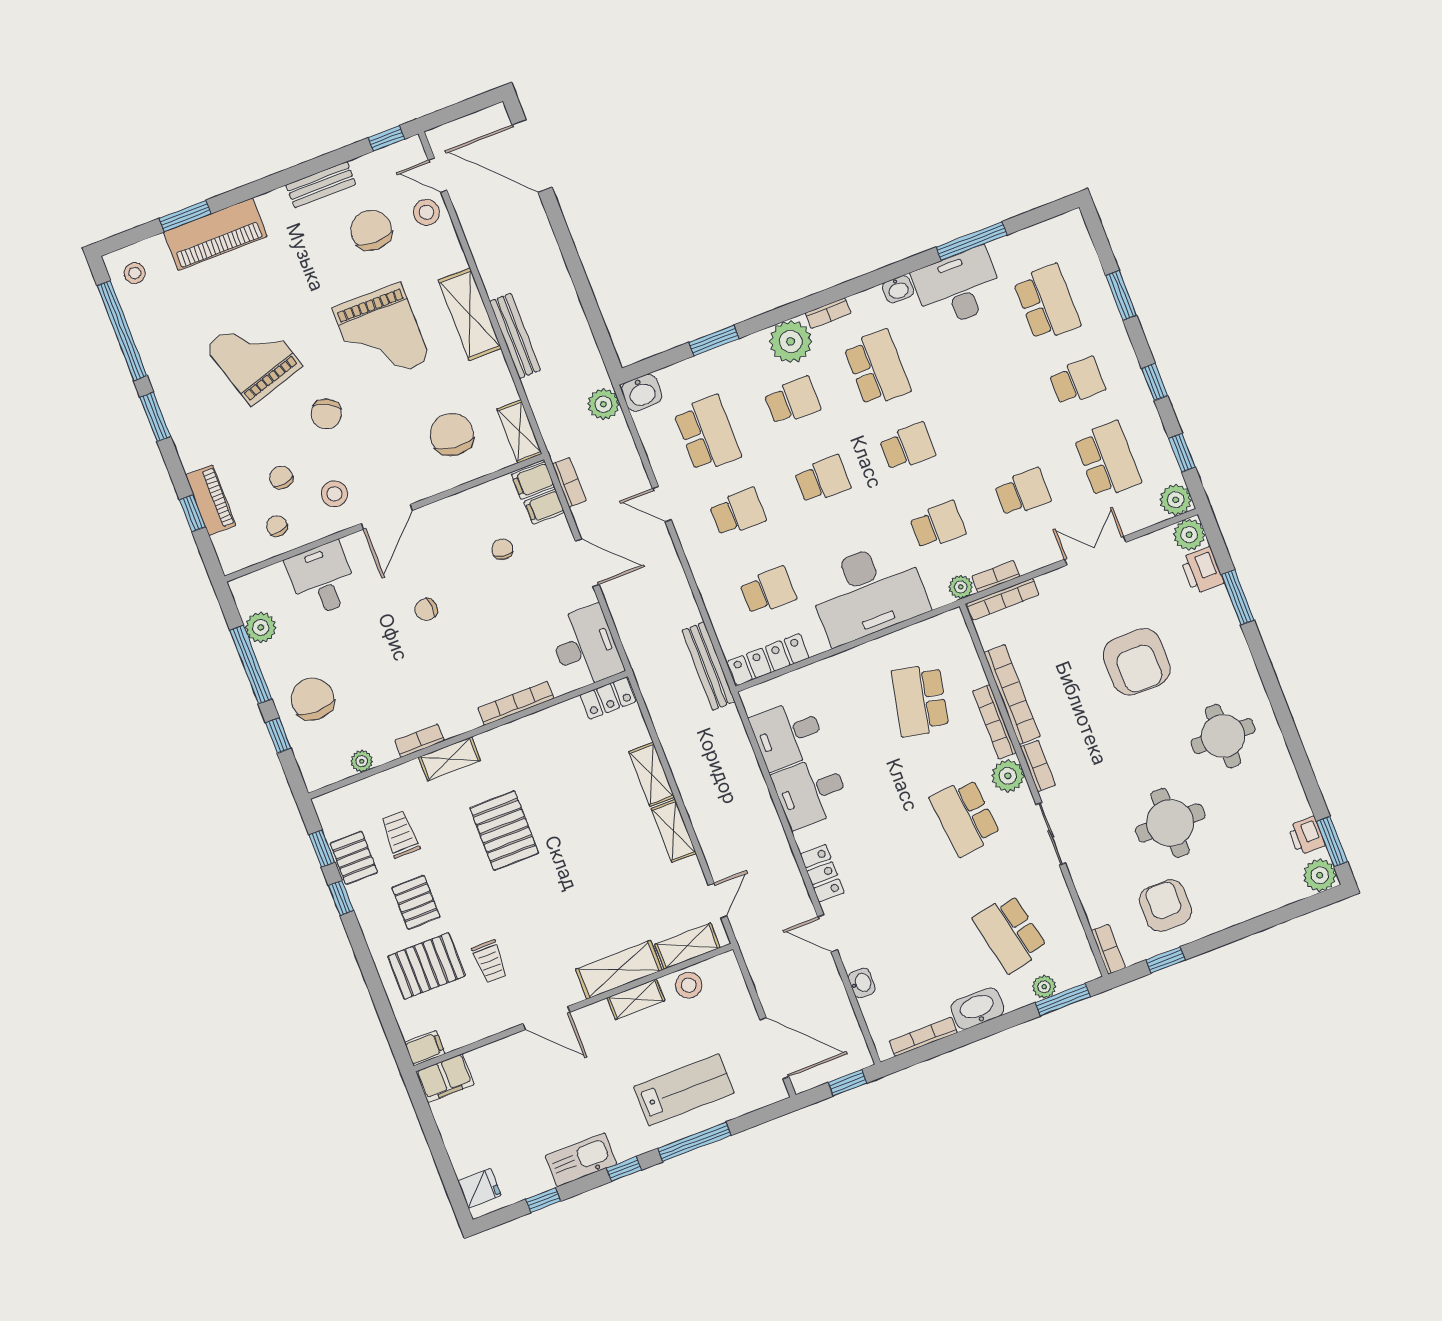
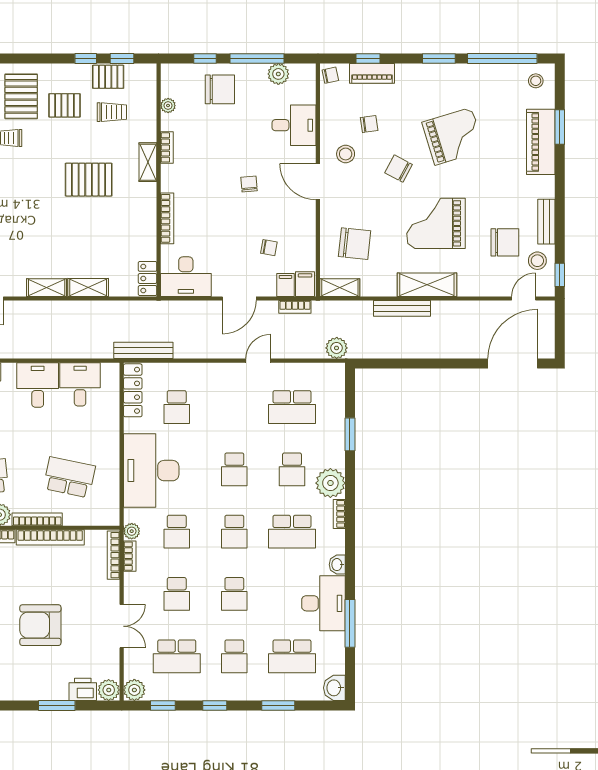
stool: (426, 212) -> (537, 261), moved
washbasin: (642, 393) -> (334, 688), moved
school desk: (738, 512) -> (234, 594), moved
chair: (277, 526) -> (330, 75), moved

